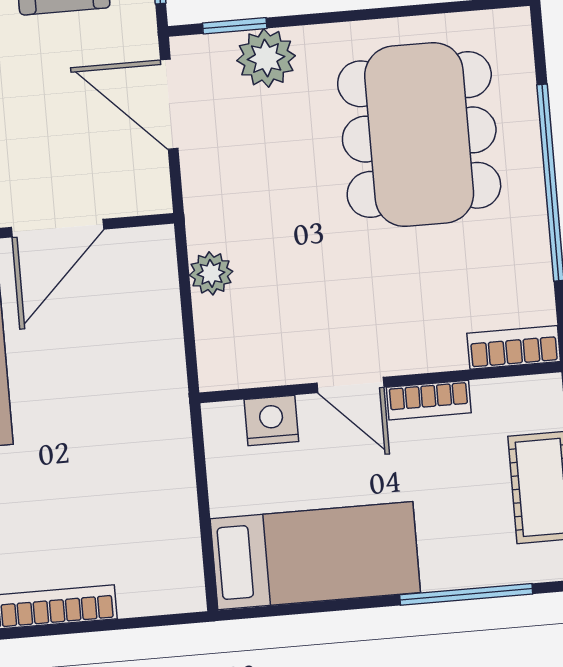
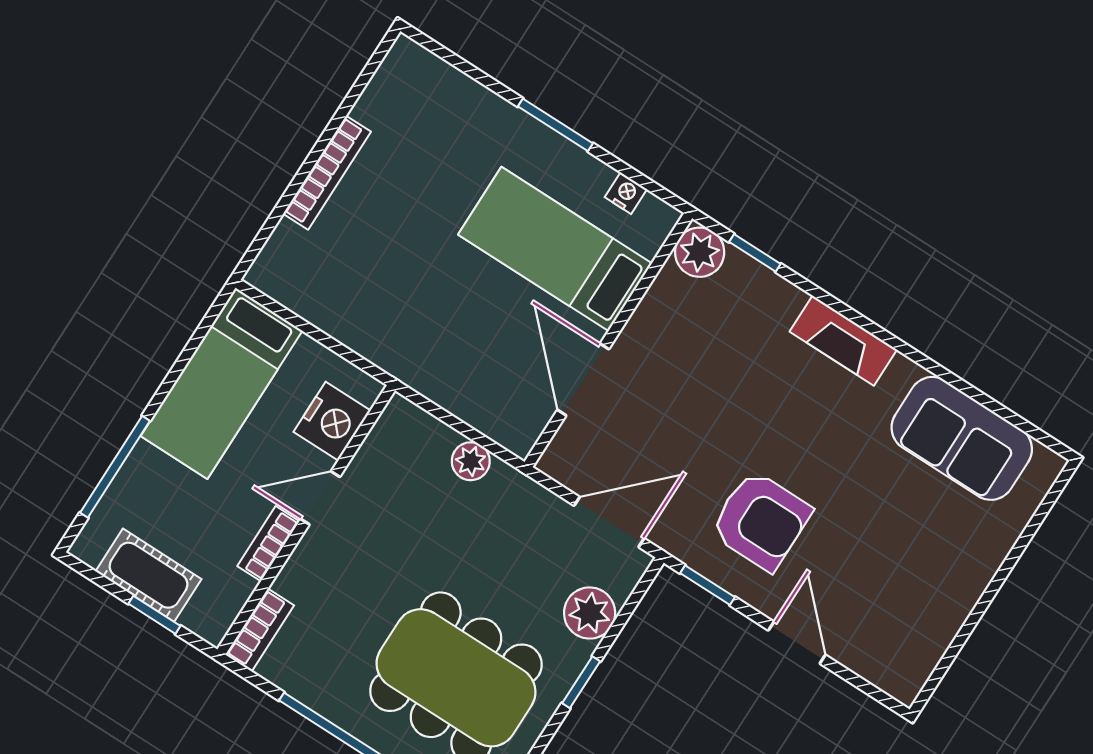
window: (235, 26) -> (581, 682), moved
nightstand: (271, 421) -> (332, 421), width x1.36, depth x1.33

